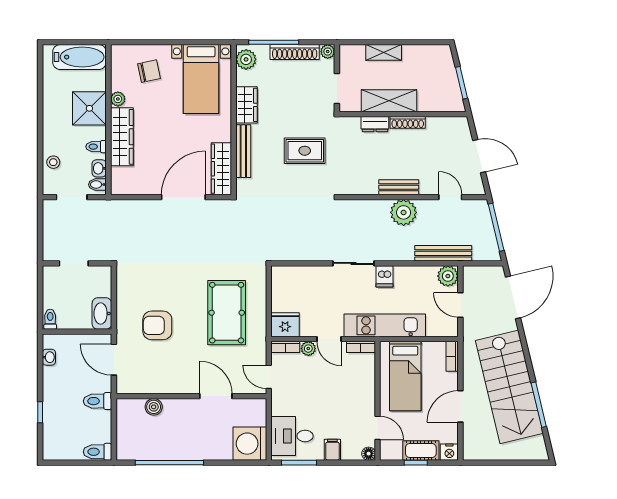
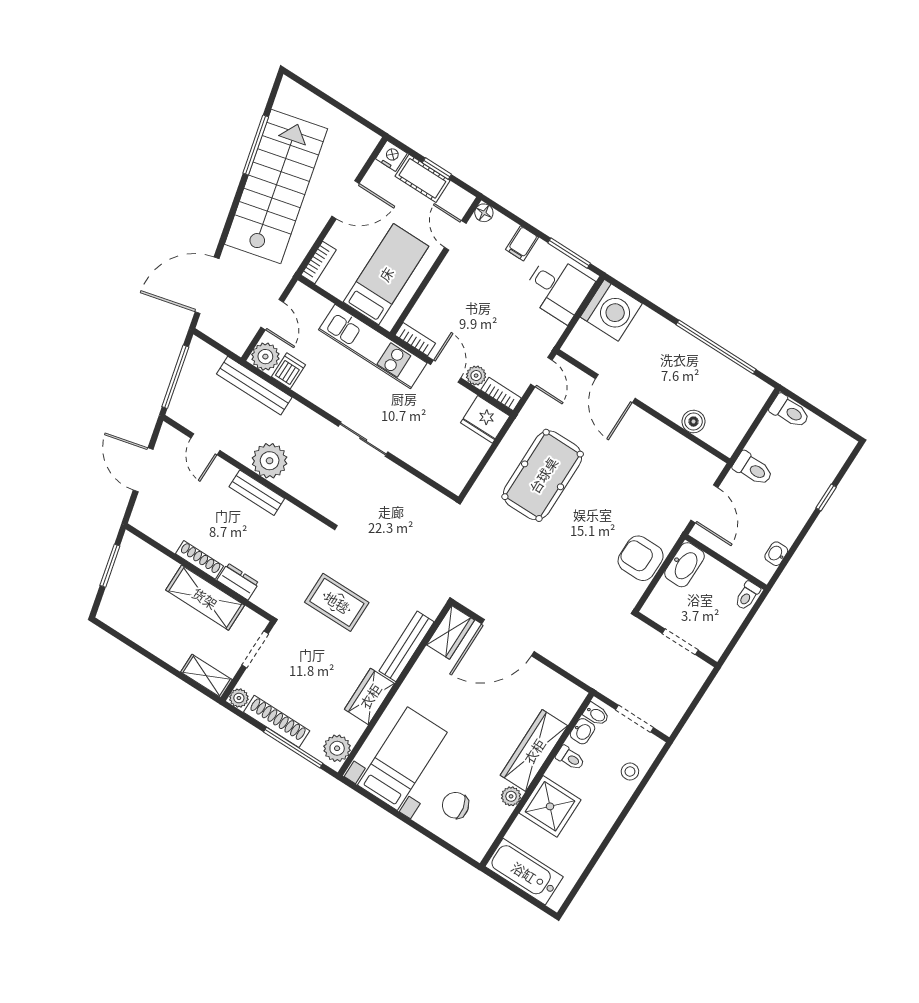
shelving: (384, 52) -> (206, 676), moved
wardrobe: (221, 169) -> (451, 632), width x0.67
dishwasher: (384, 276) -> (288, 371), moved
armchair: (157, 325) -> (641, 558), moved, turned 180

